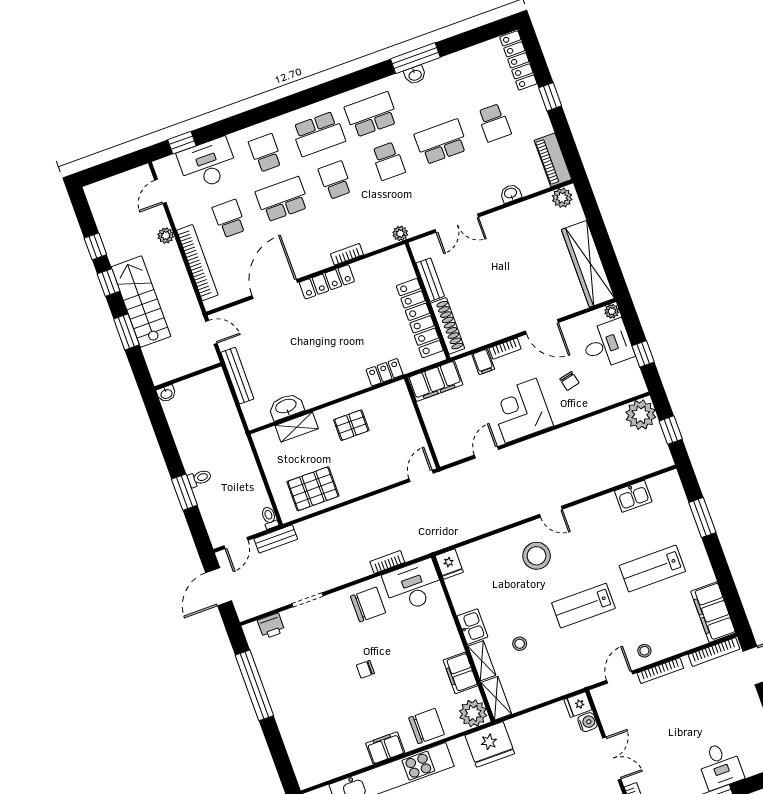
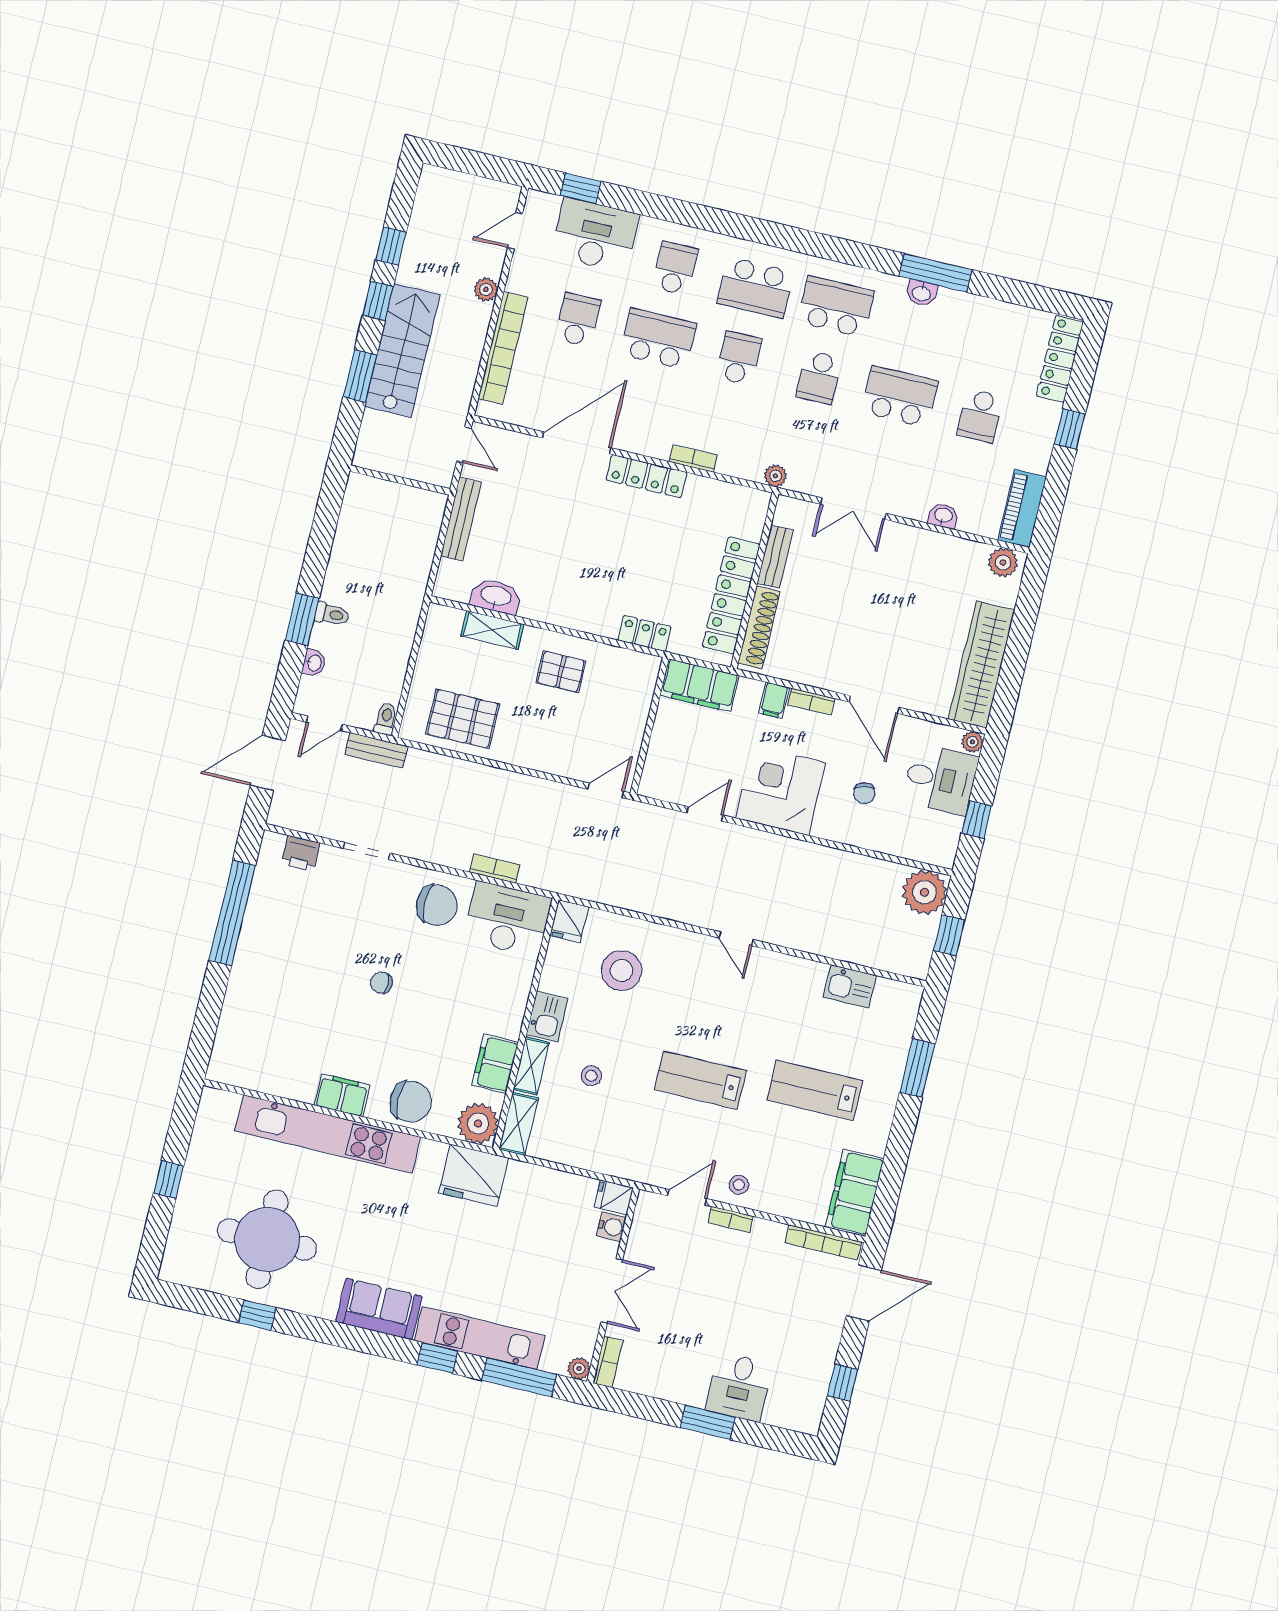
washbasin: (166, 394) -> (314, 663), moved, turned -90
stool: (537, 556) -> (622, 971), moved
bookcase: (660, 671) -> (731, 1219), width x0.64

